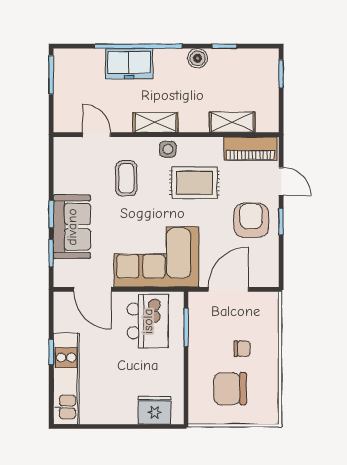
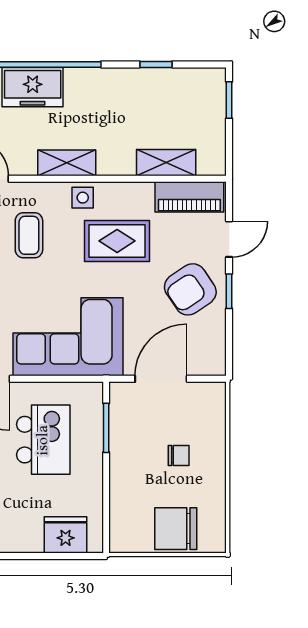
boiler: (198, 58) -> (121, 80), removed
door: (281, 181) -> (229, 239), hinge flipped
armchair: (251, 220) -> (190, 289), turned -124
kitchen island: (148, 321) -> (43, 440), moved
chair: (230, 389) -> (176, 529), moved

